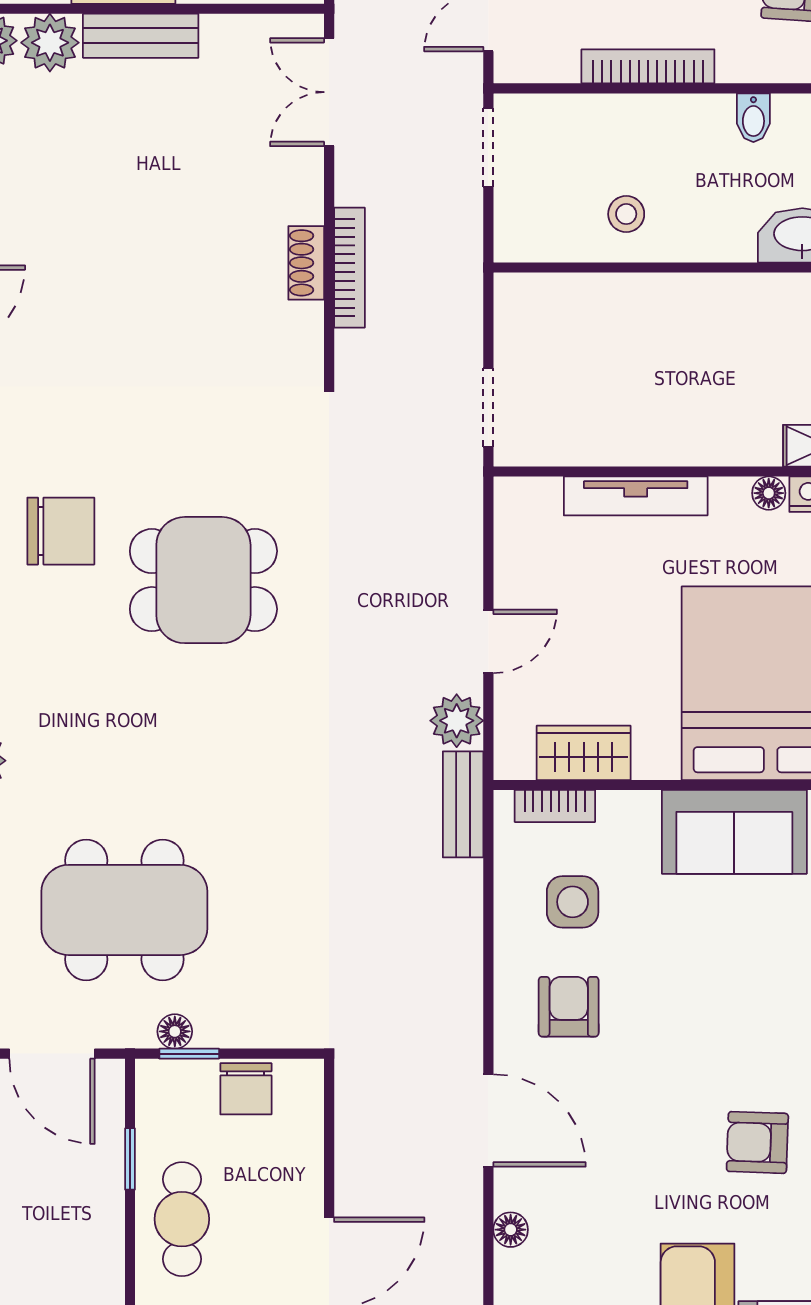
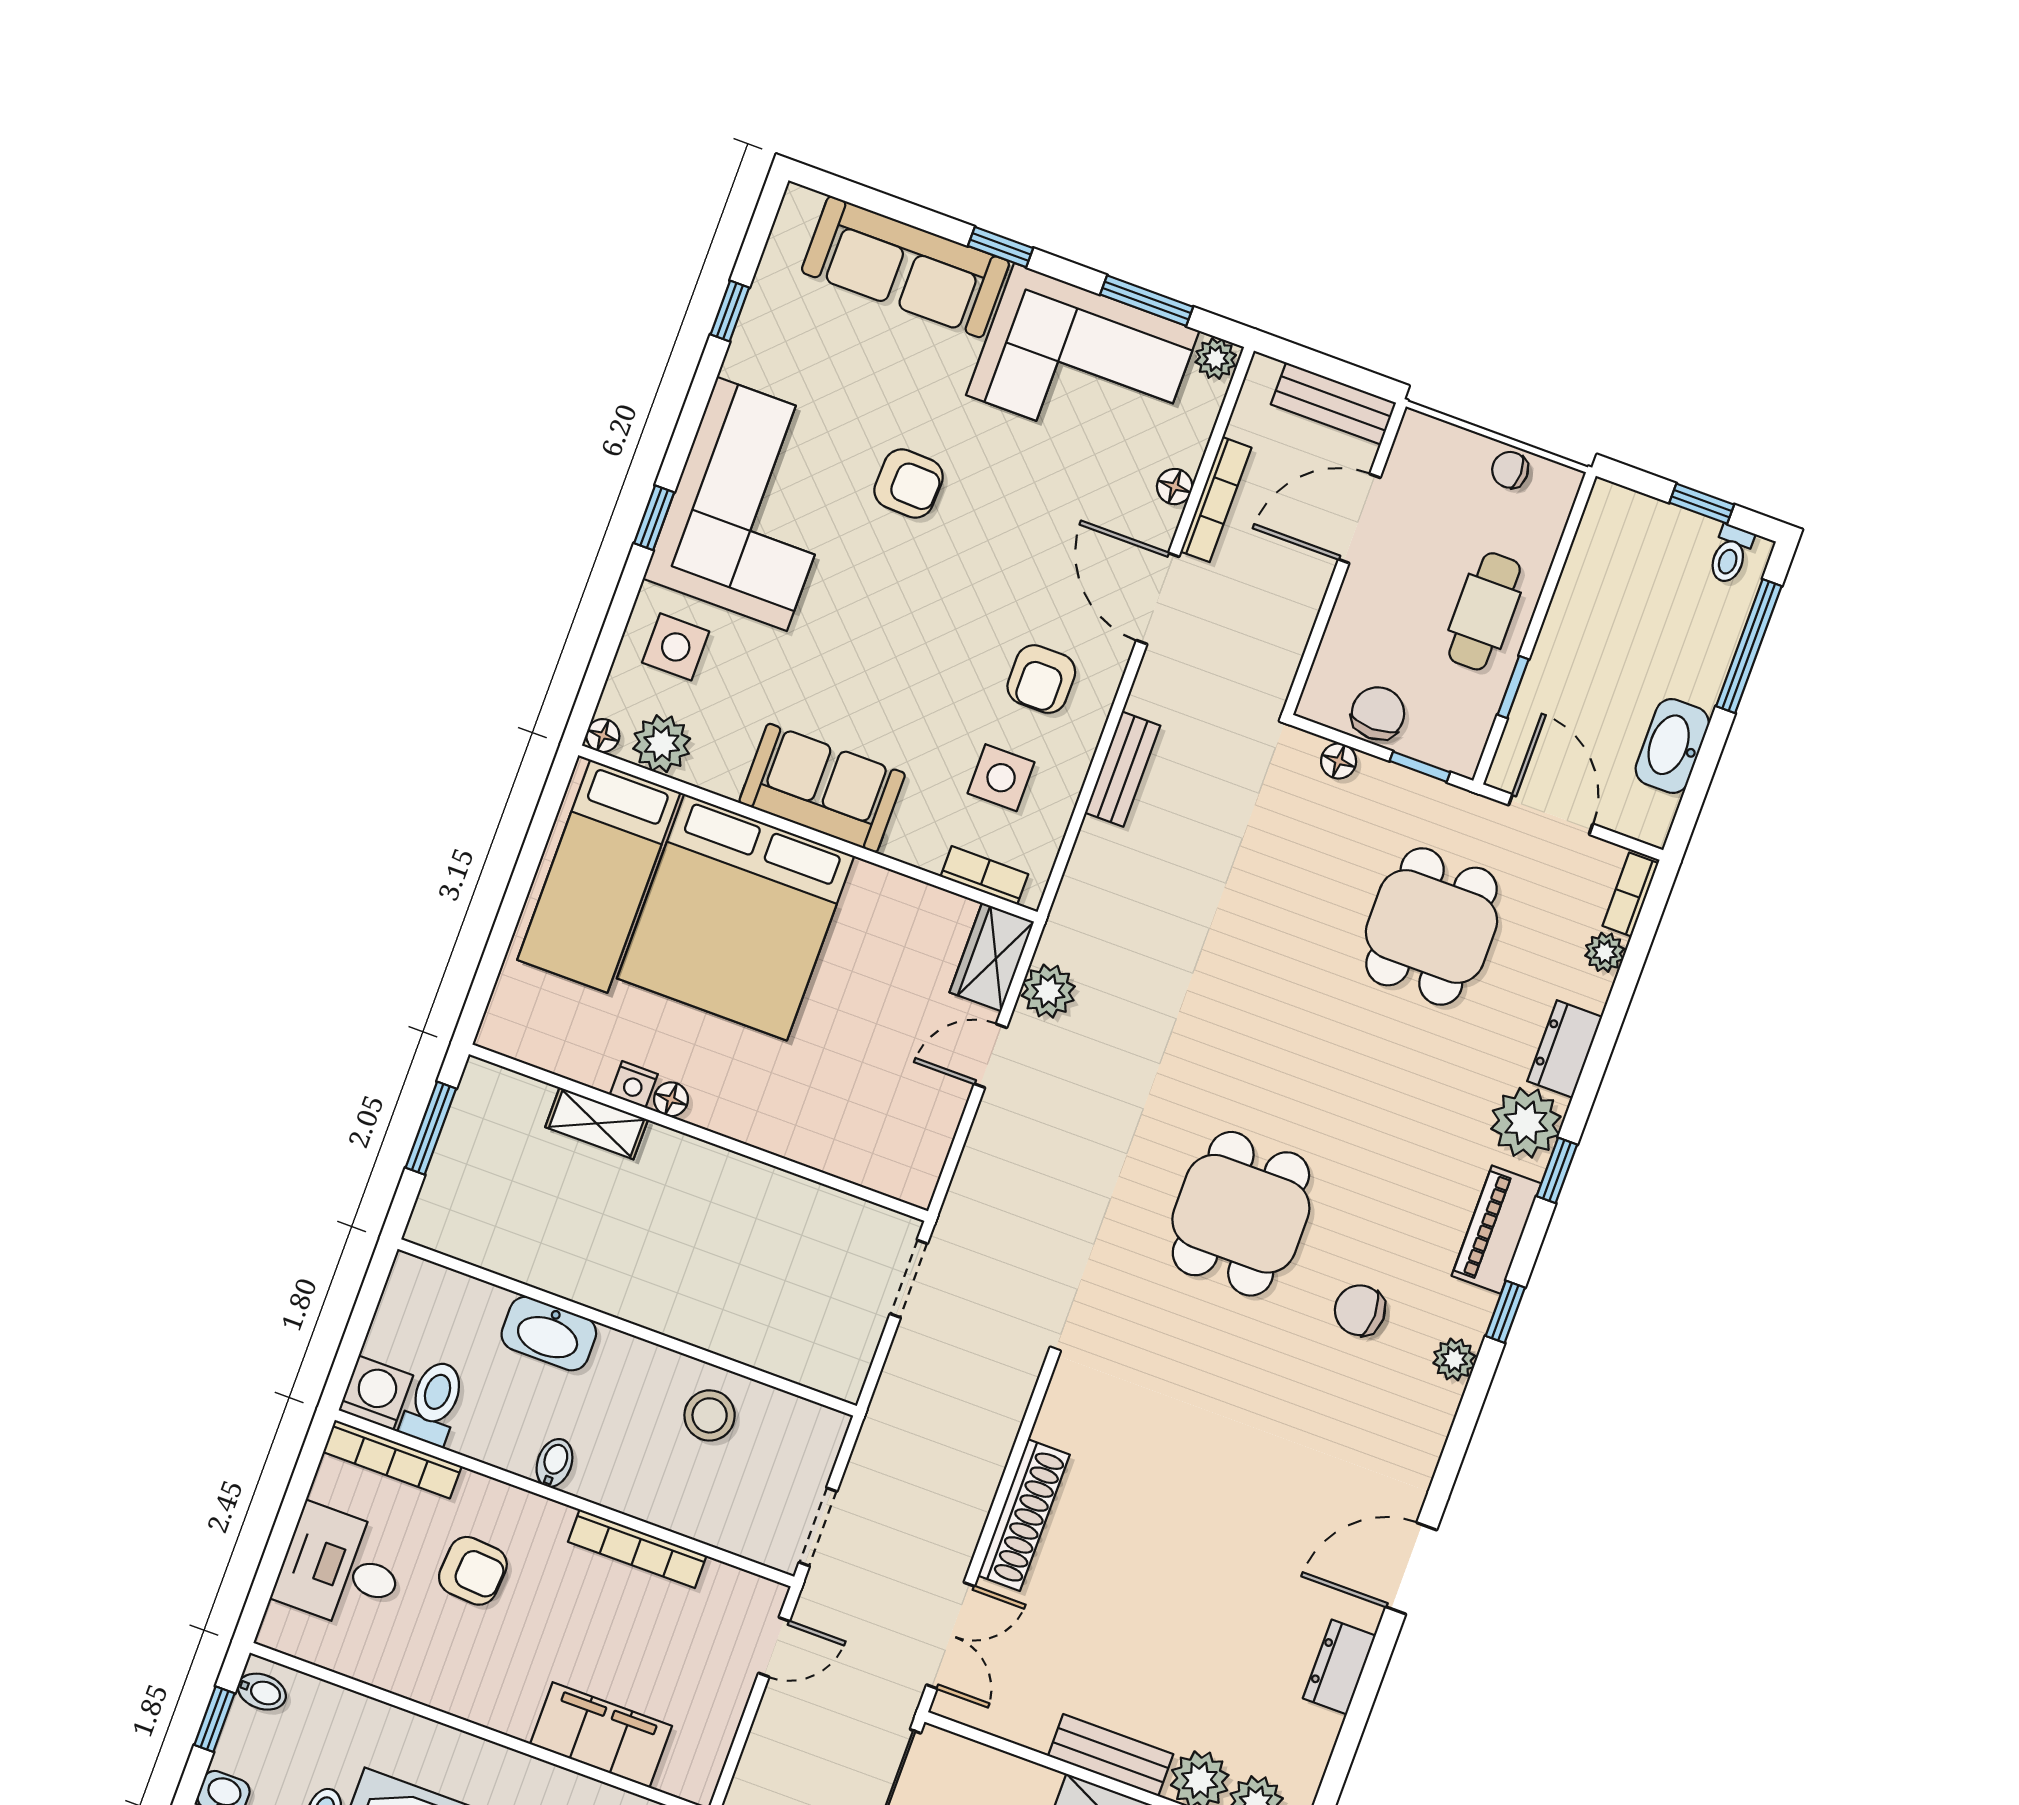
stool: (626, 214) -> (710, 1415), width x1.37, depth x1.37
shoe rack: (306, 263) -> (1024, 1515), width x1.94, depth x1.24
bookcase: (349, 268) -> (1216, 500), moved, turned 180
tv unit: (636, 496) -> (799, 1143), removed
chair: (61, 531) -> (1360, 1310), width x0.73, depth x0.73
dining table: (203, 580) -> (1241, 1214), turned 90
wardrobe: (584, 753) -> (992, 957), moved, turned 90
bench: (463, 804) -> (1123, 769), moved
dining table: (124, 910) -> (1431, 926), width x0.73
floor lamp: (175, 1031) -> (1339, 761), moved

